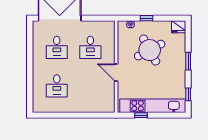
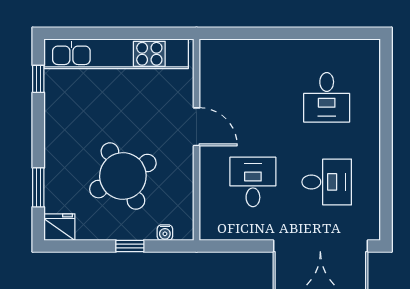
desk: (57, 47) -> (327, 182), turned 90
window: (188, 61) -> (38, 187), moved
desk: (57, 86) -> (327, 97), turned 180
window: (141, 115) -> (142, 33), removed

